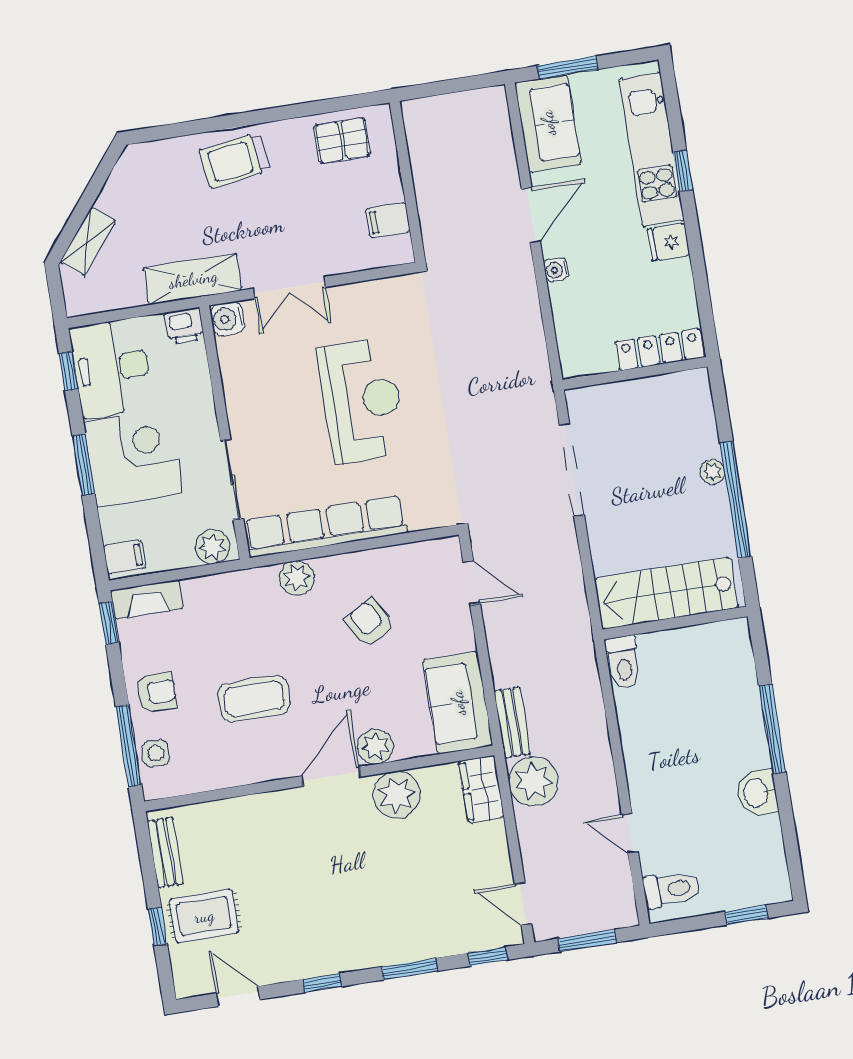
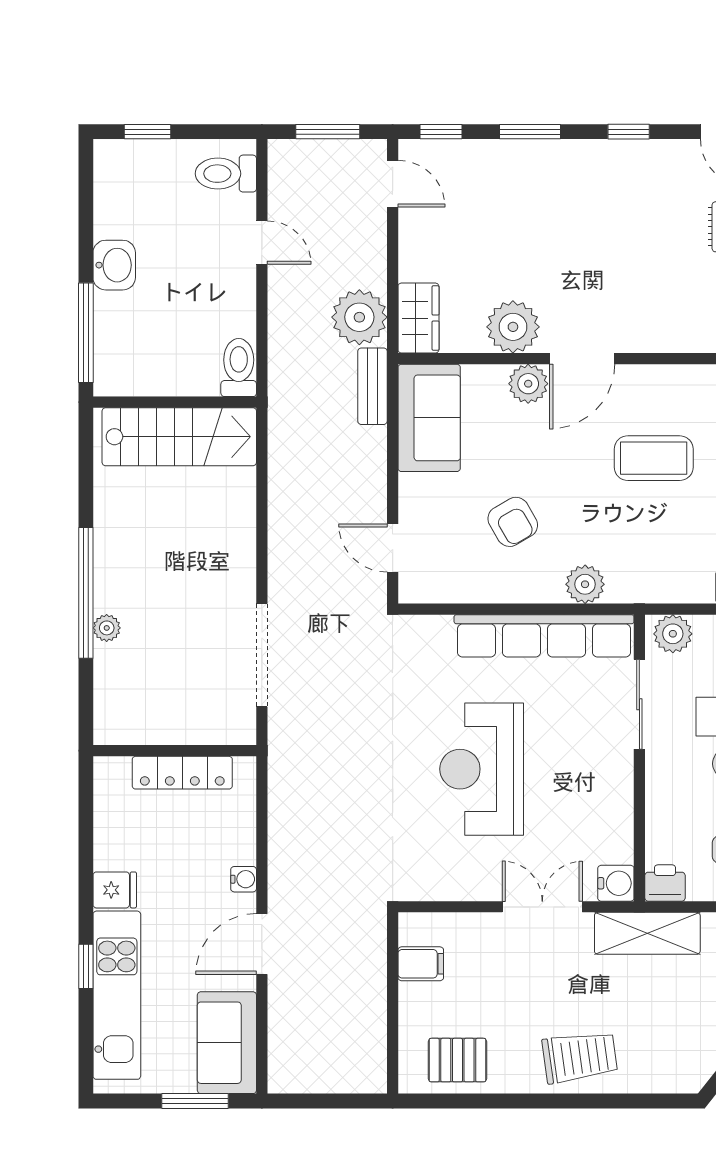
locker: (660, 349) -> (182, 773), moved
stairs: (666, 593) -> (179, 437), moved
wall: (675, 623) -> (175, 402), moved
toilet: (623, 662) -> (239, 368), moved

